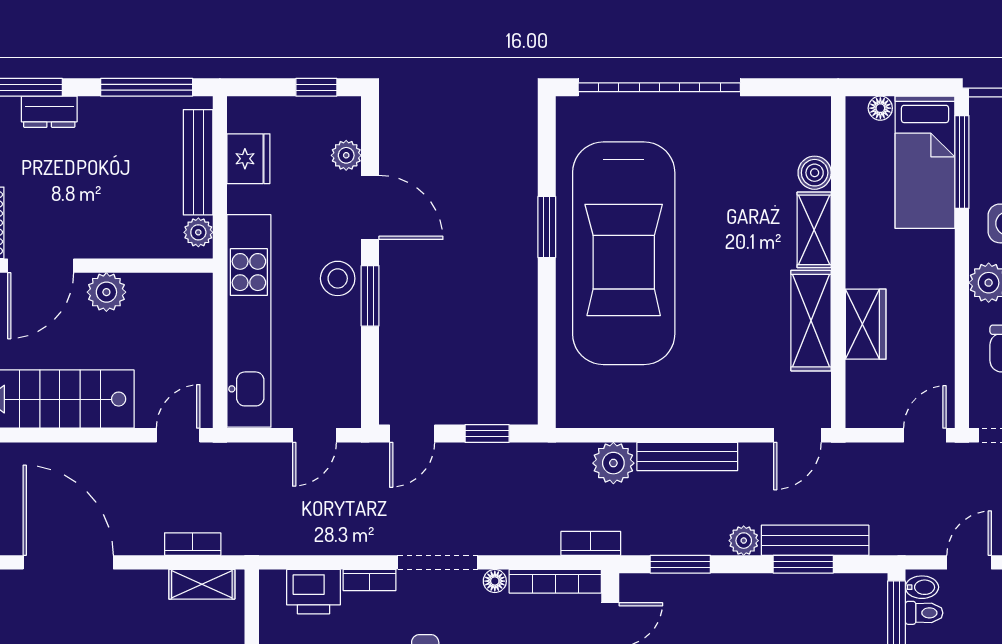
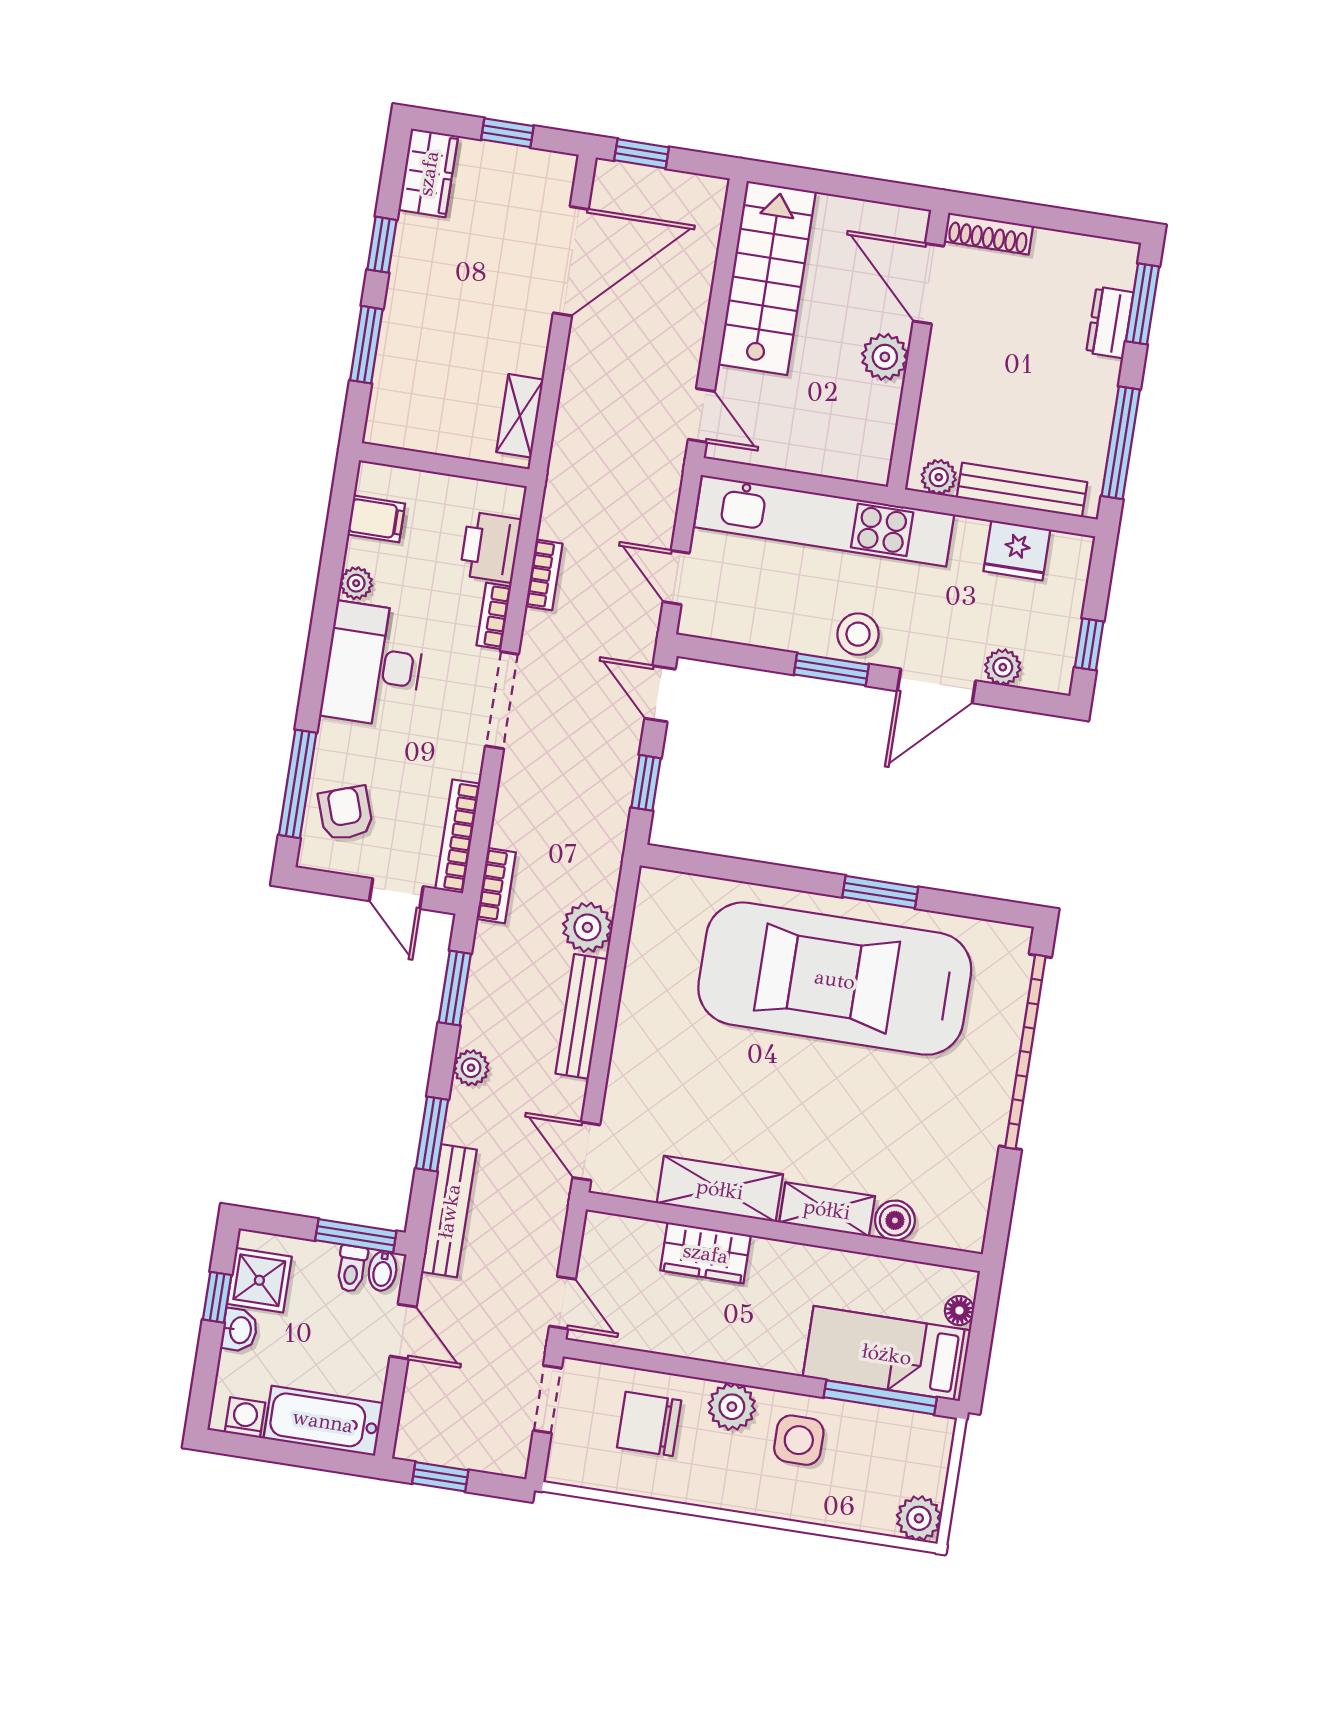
bench: (815, 540) -> (449, 1211), moved
bookcase: (193, 544) -> (544, 575), moved
floor lamp: (495, 581) -> (469, 765), removed

